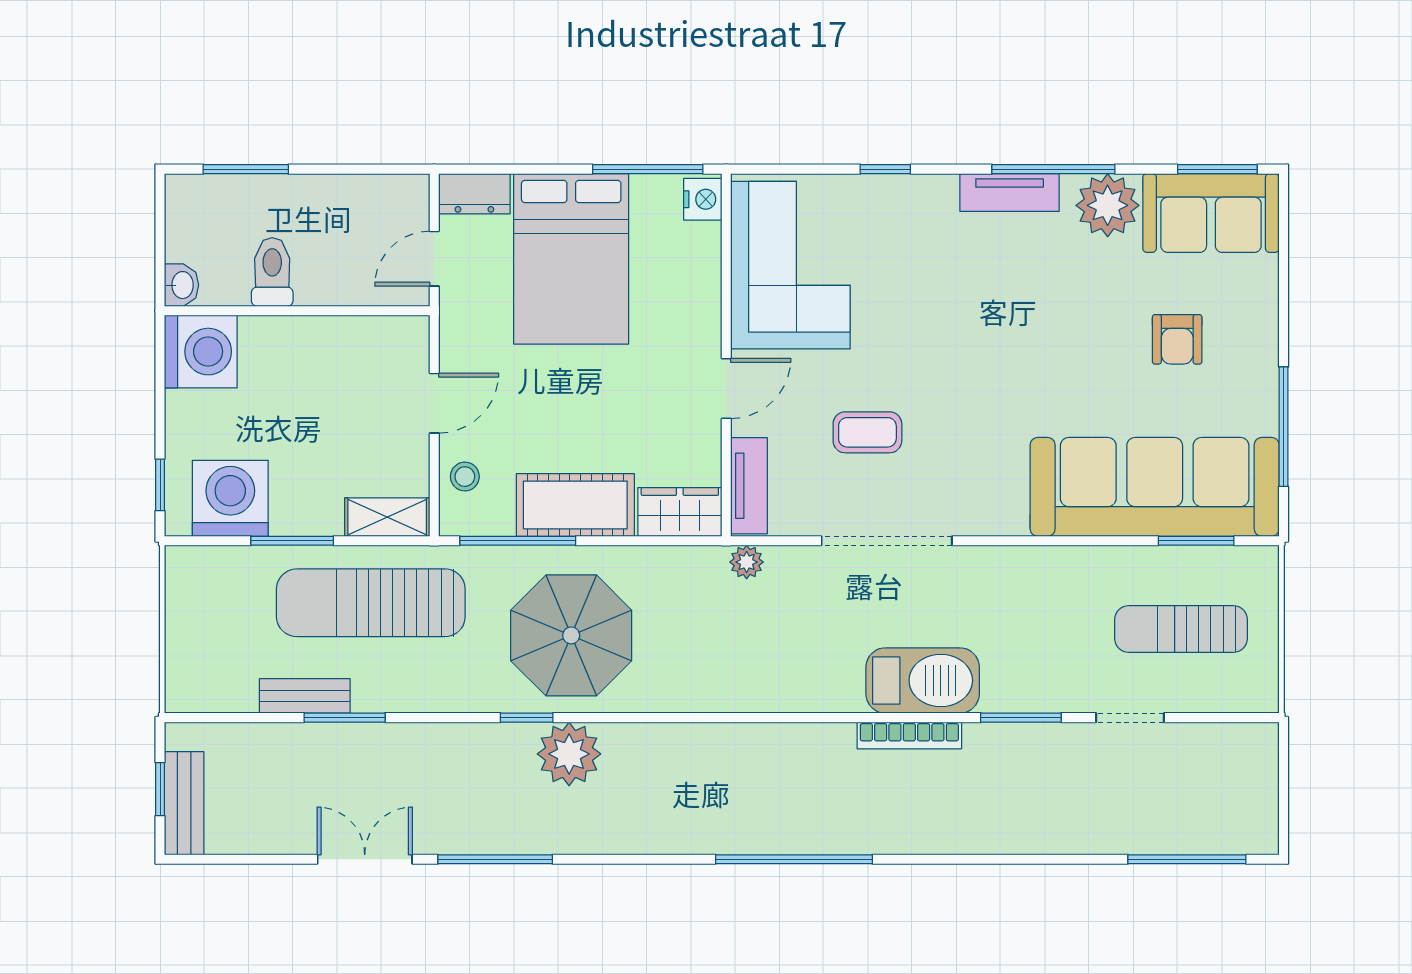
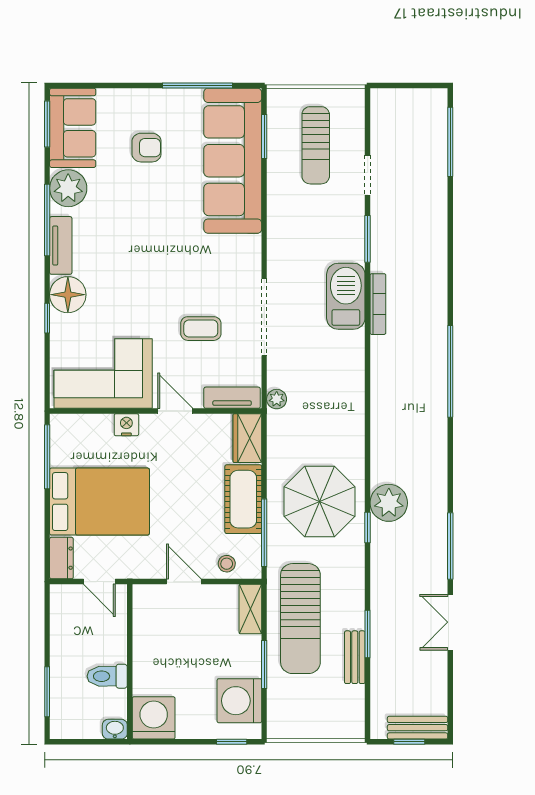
nightstand: (703, 199) -> (126, 425), moved
floor lamp: (925, 205) -> (68, 295), added
coffee table: (867, 432) -> (201, 329), turned 90

